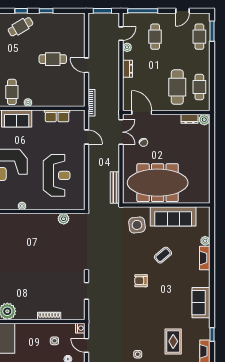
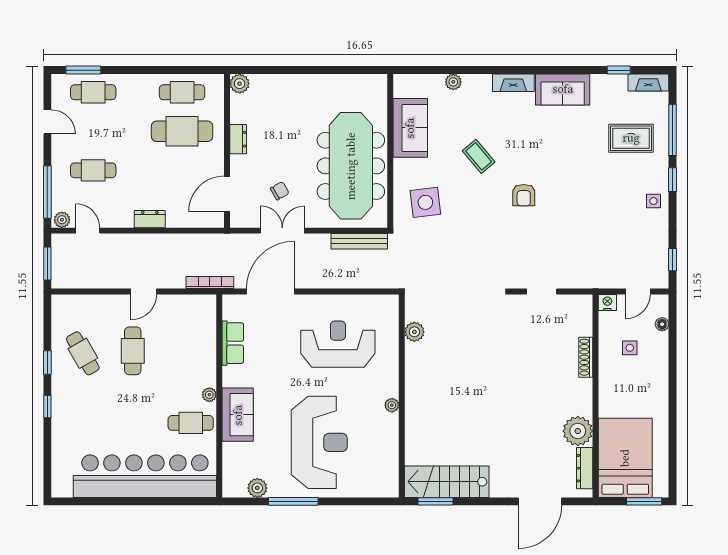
cafe table: (20, 27) -> (83, 353), moved
plant: (127, 47) -> (62, 220), moved
dresser: (190, 119) -> (238, 139), moved
double door: (121, 132) -> (282, 231), moved
door: (86, 137) -> (270, 291), width x1.88
sofa: (173, 216) -> (410, 128), width x0.73
fireplace: (205, 258) -> (513, 83), moved

